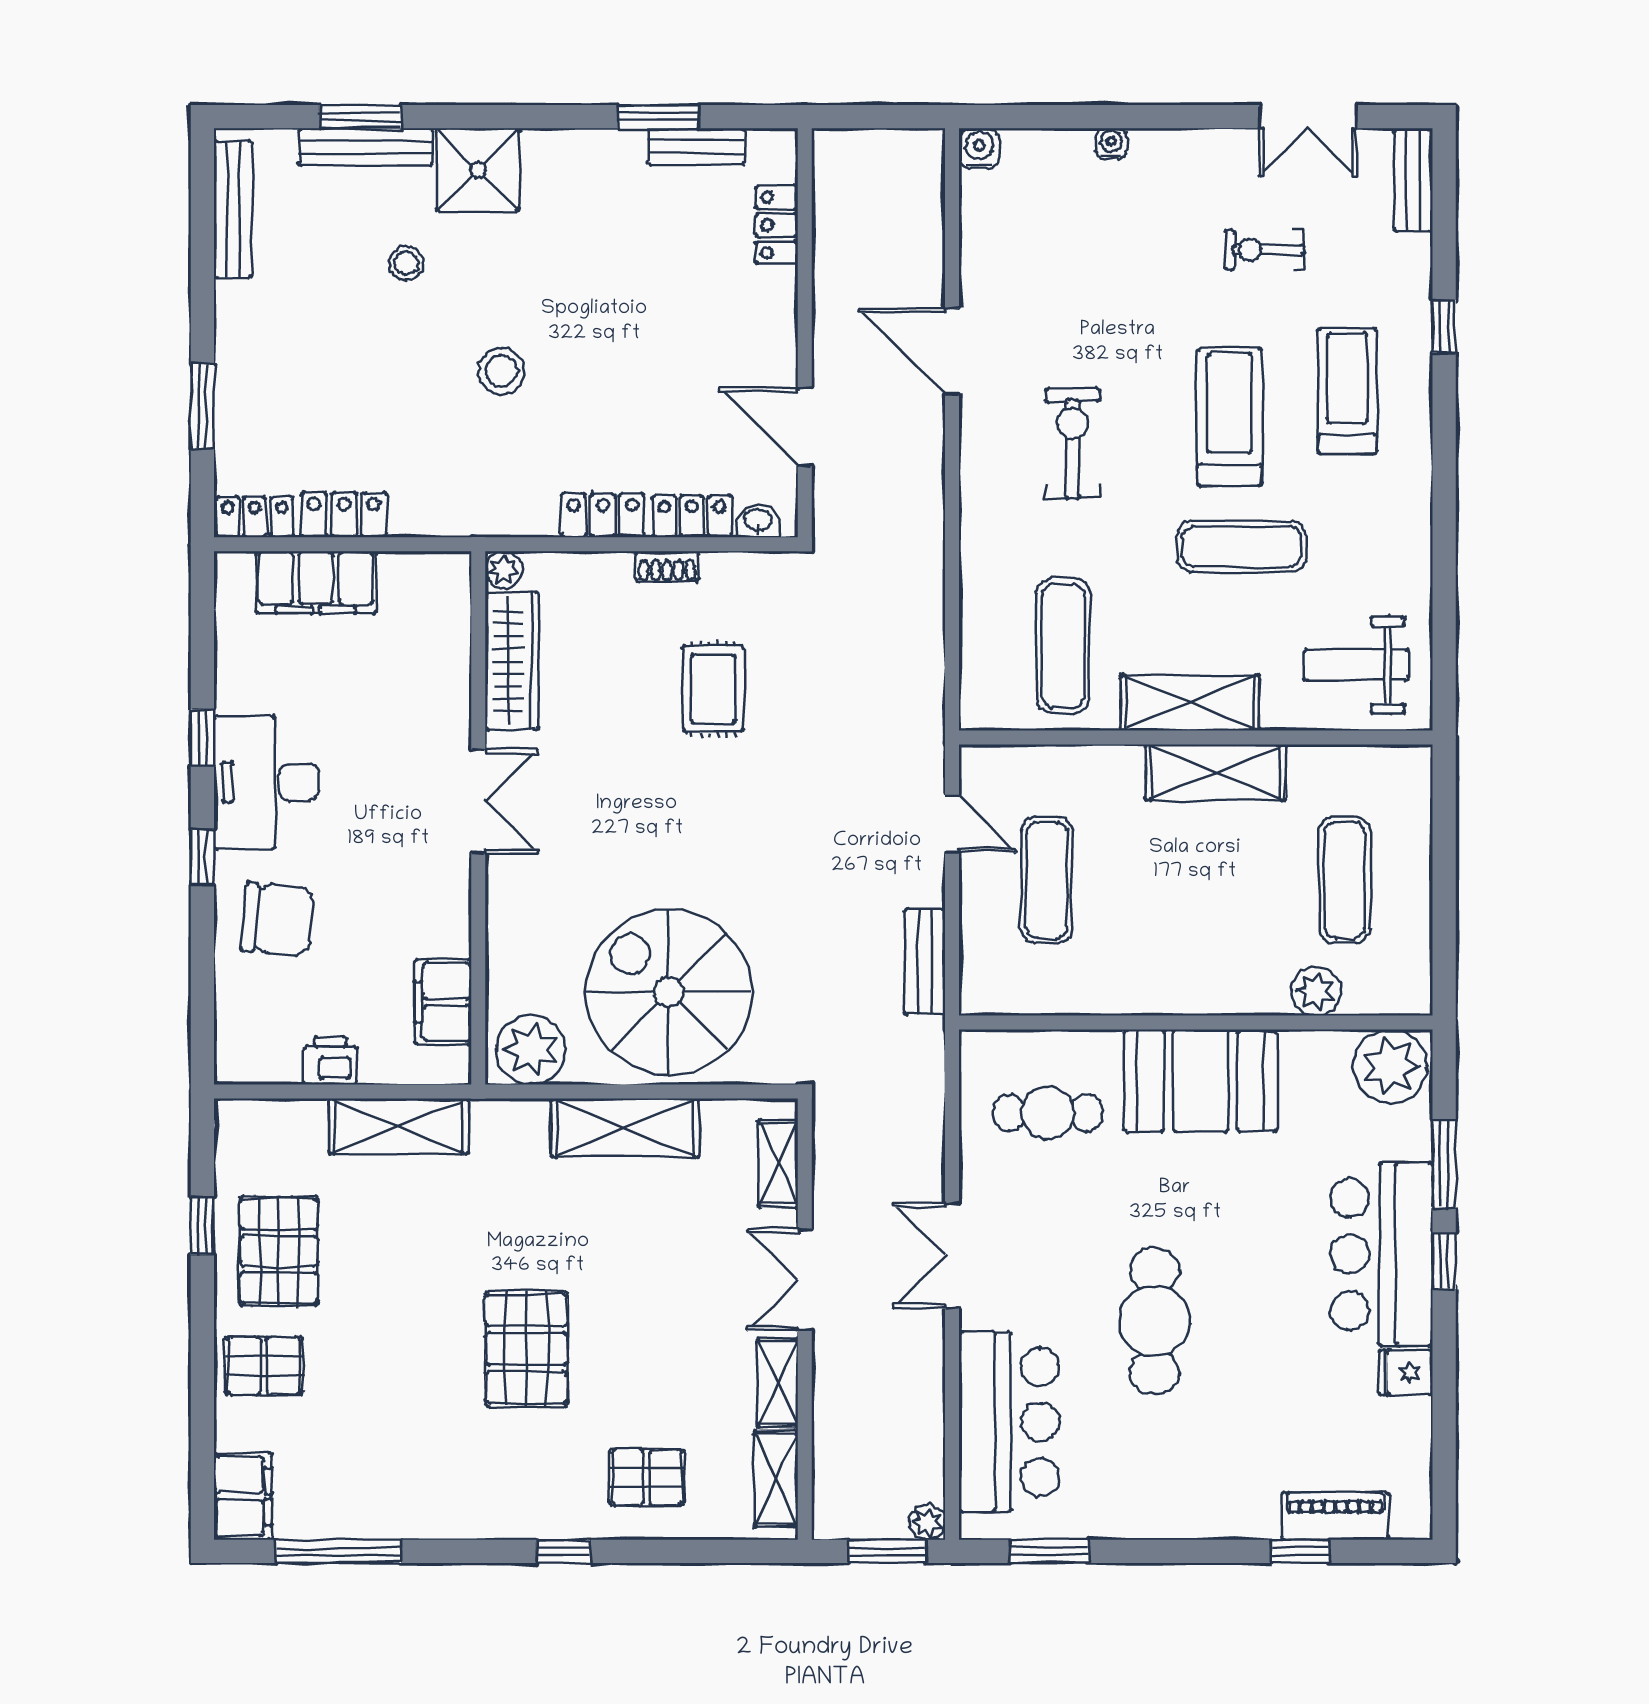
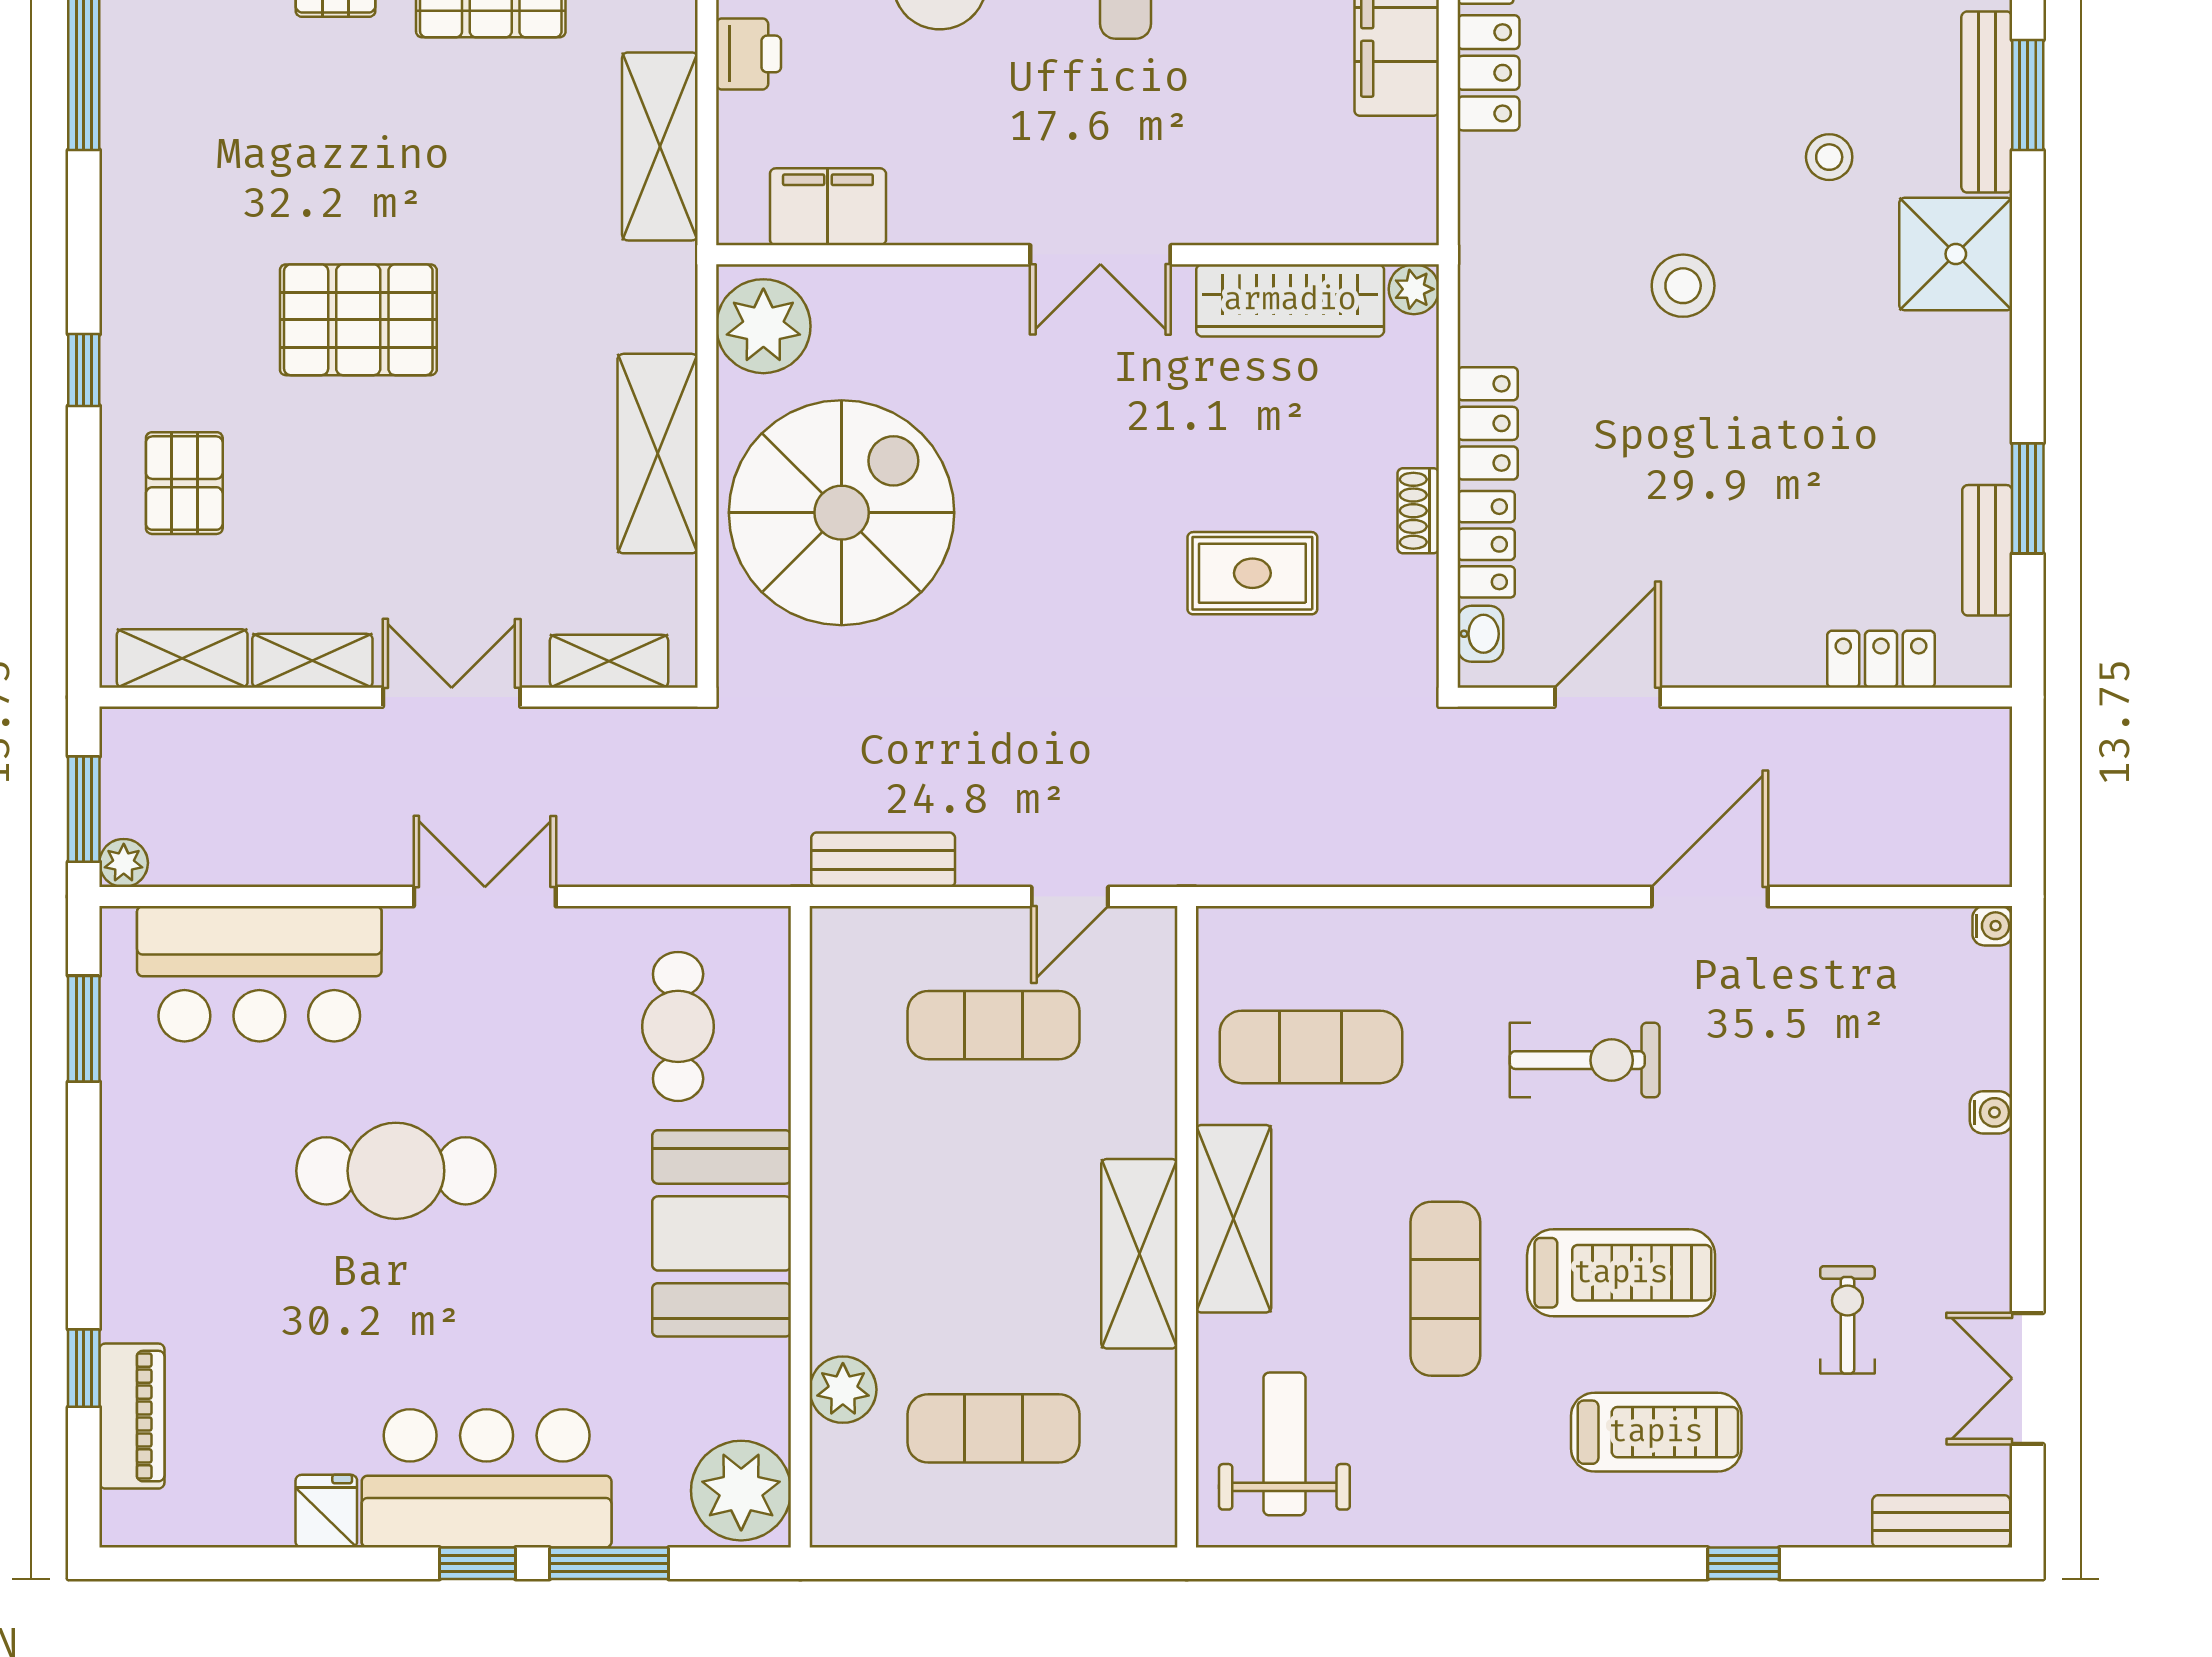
water cooler: (979, 148) -> (1992, 926), width x0.72, depth x0.72

